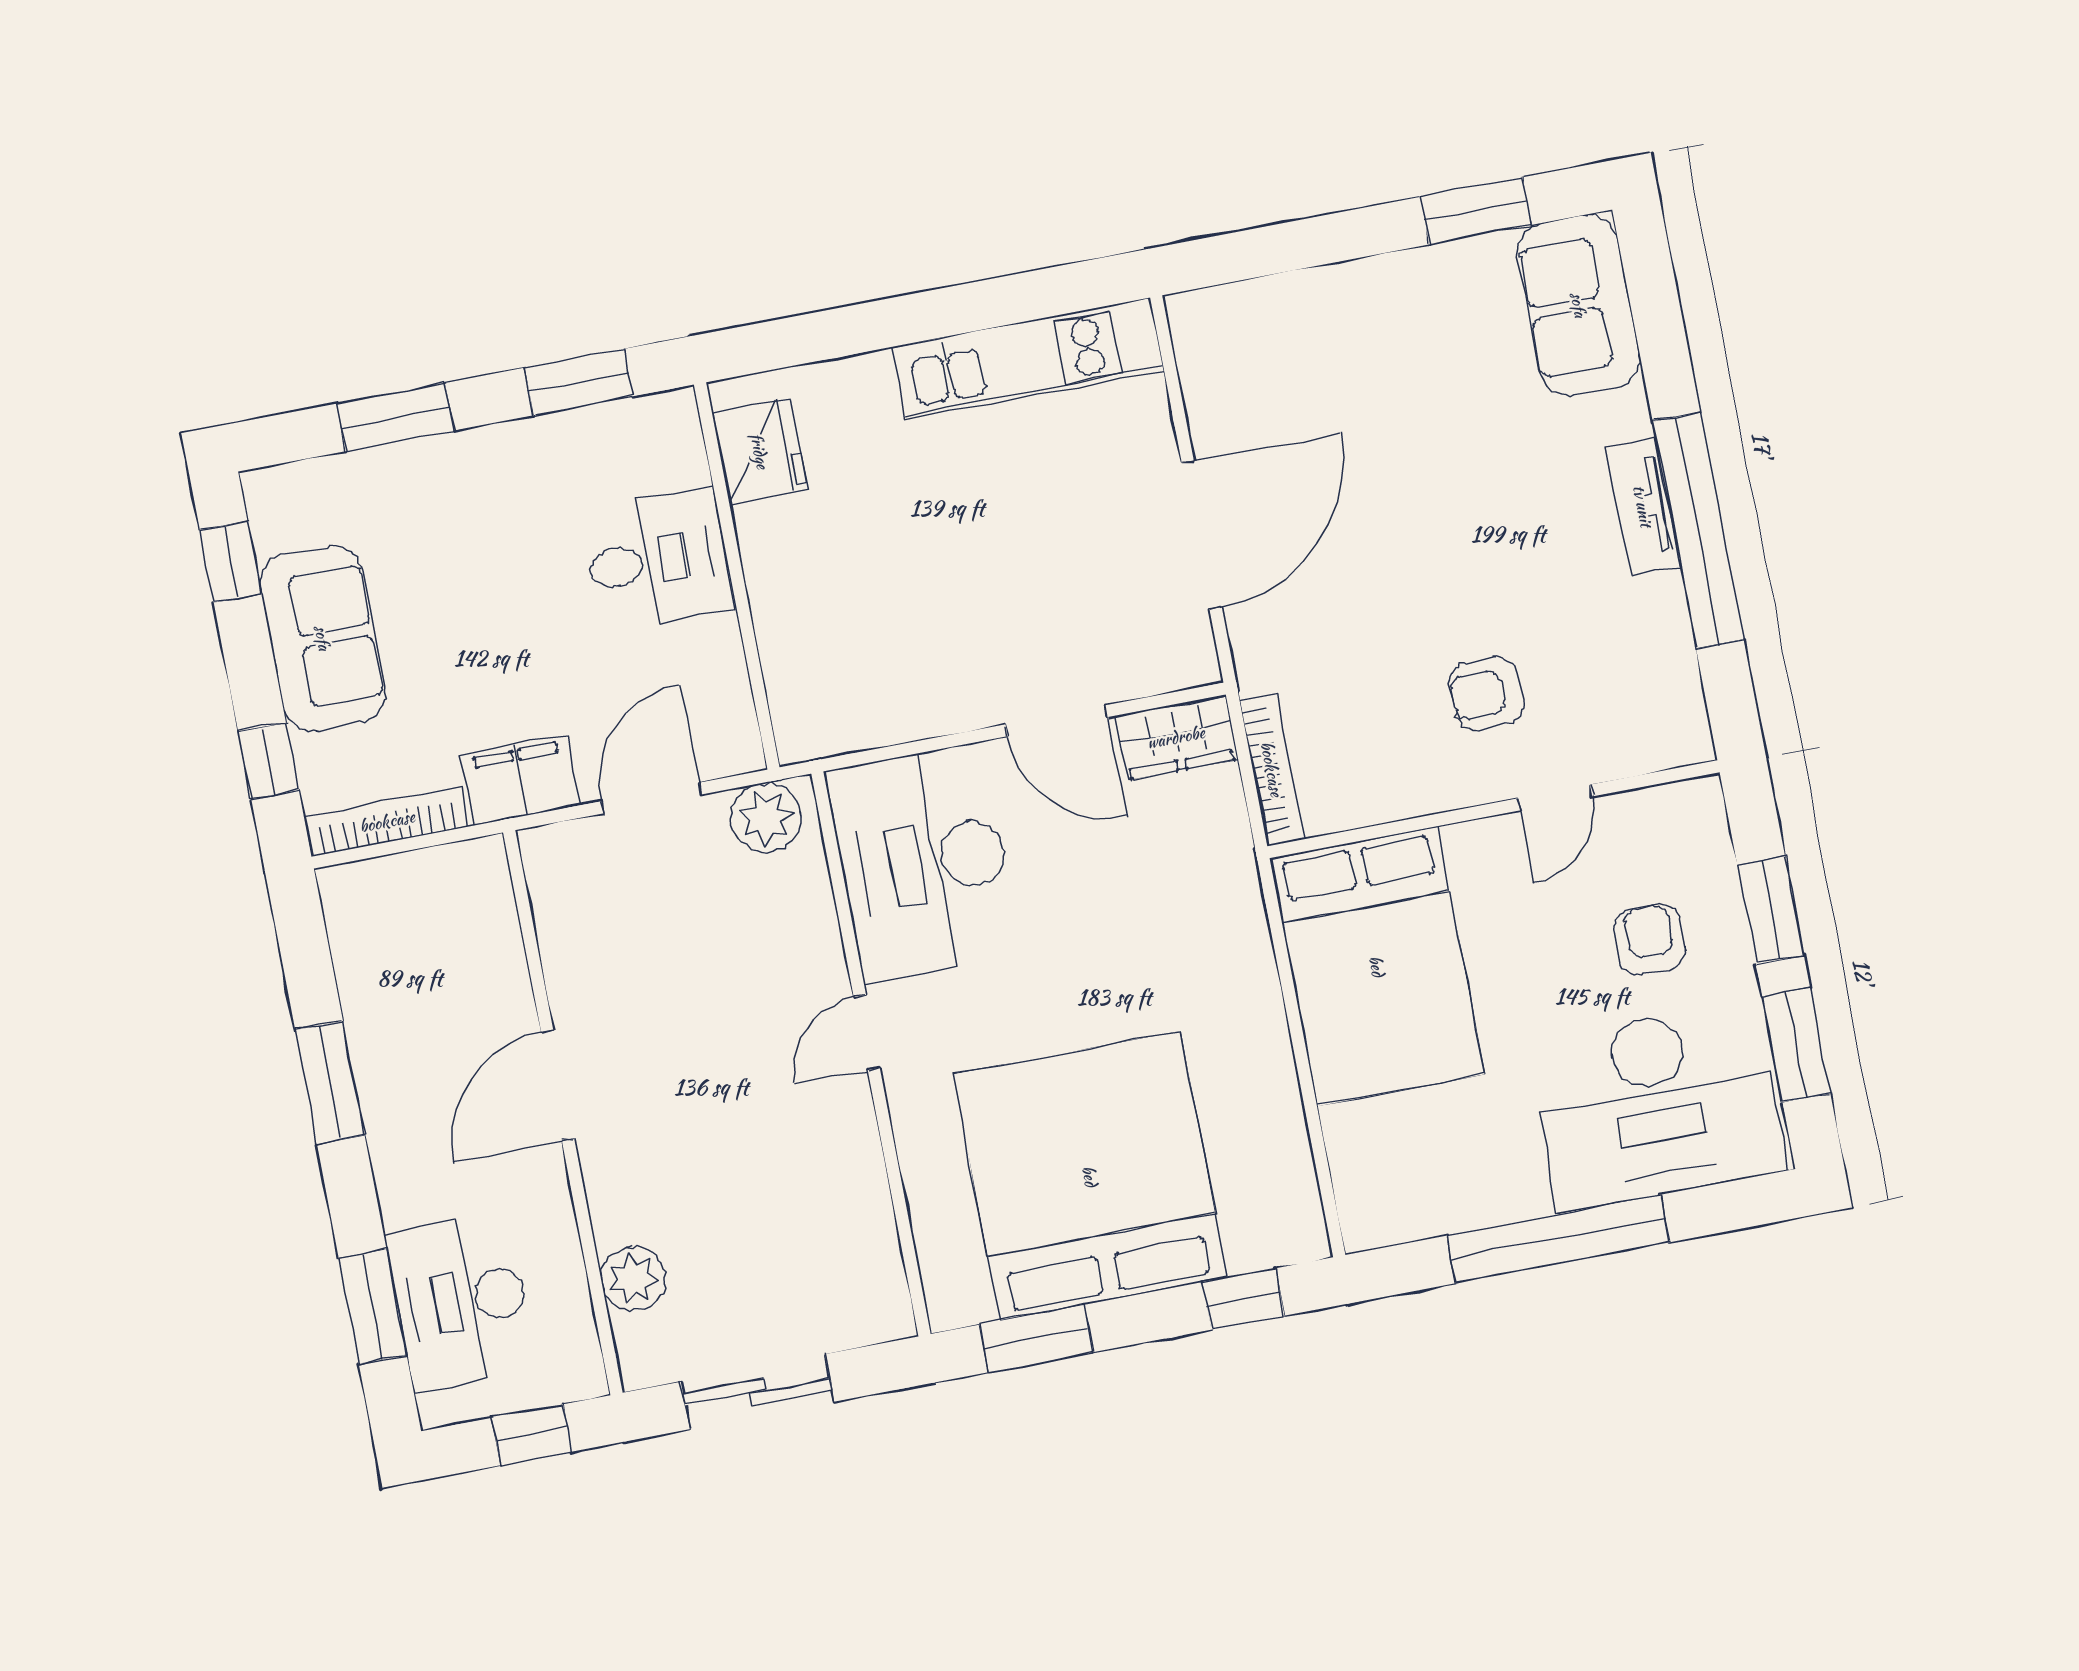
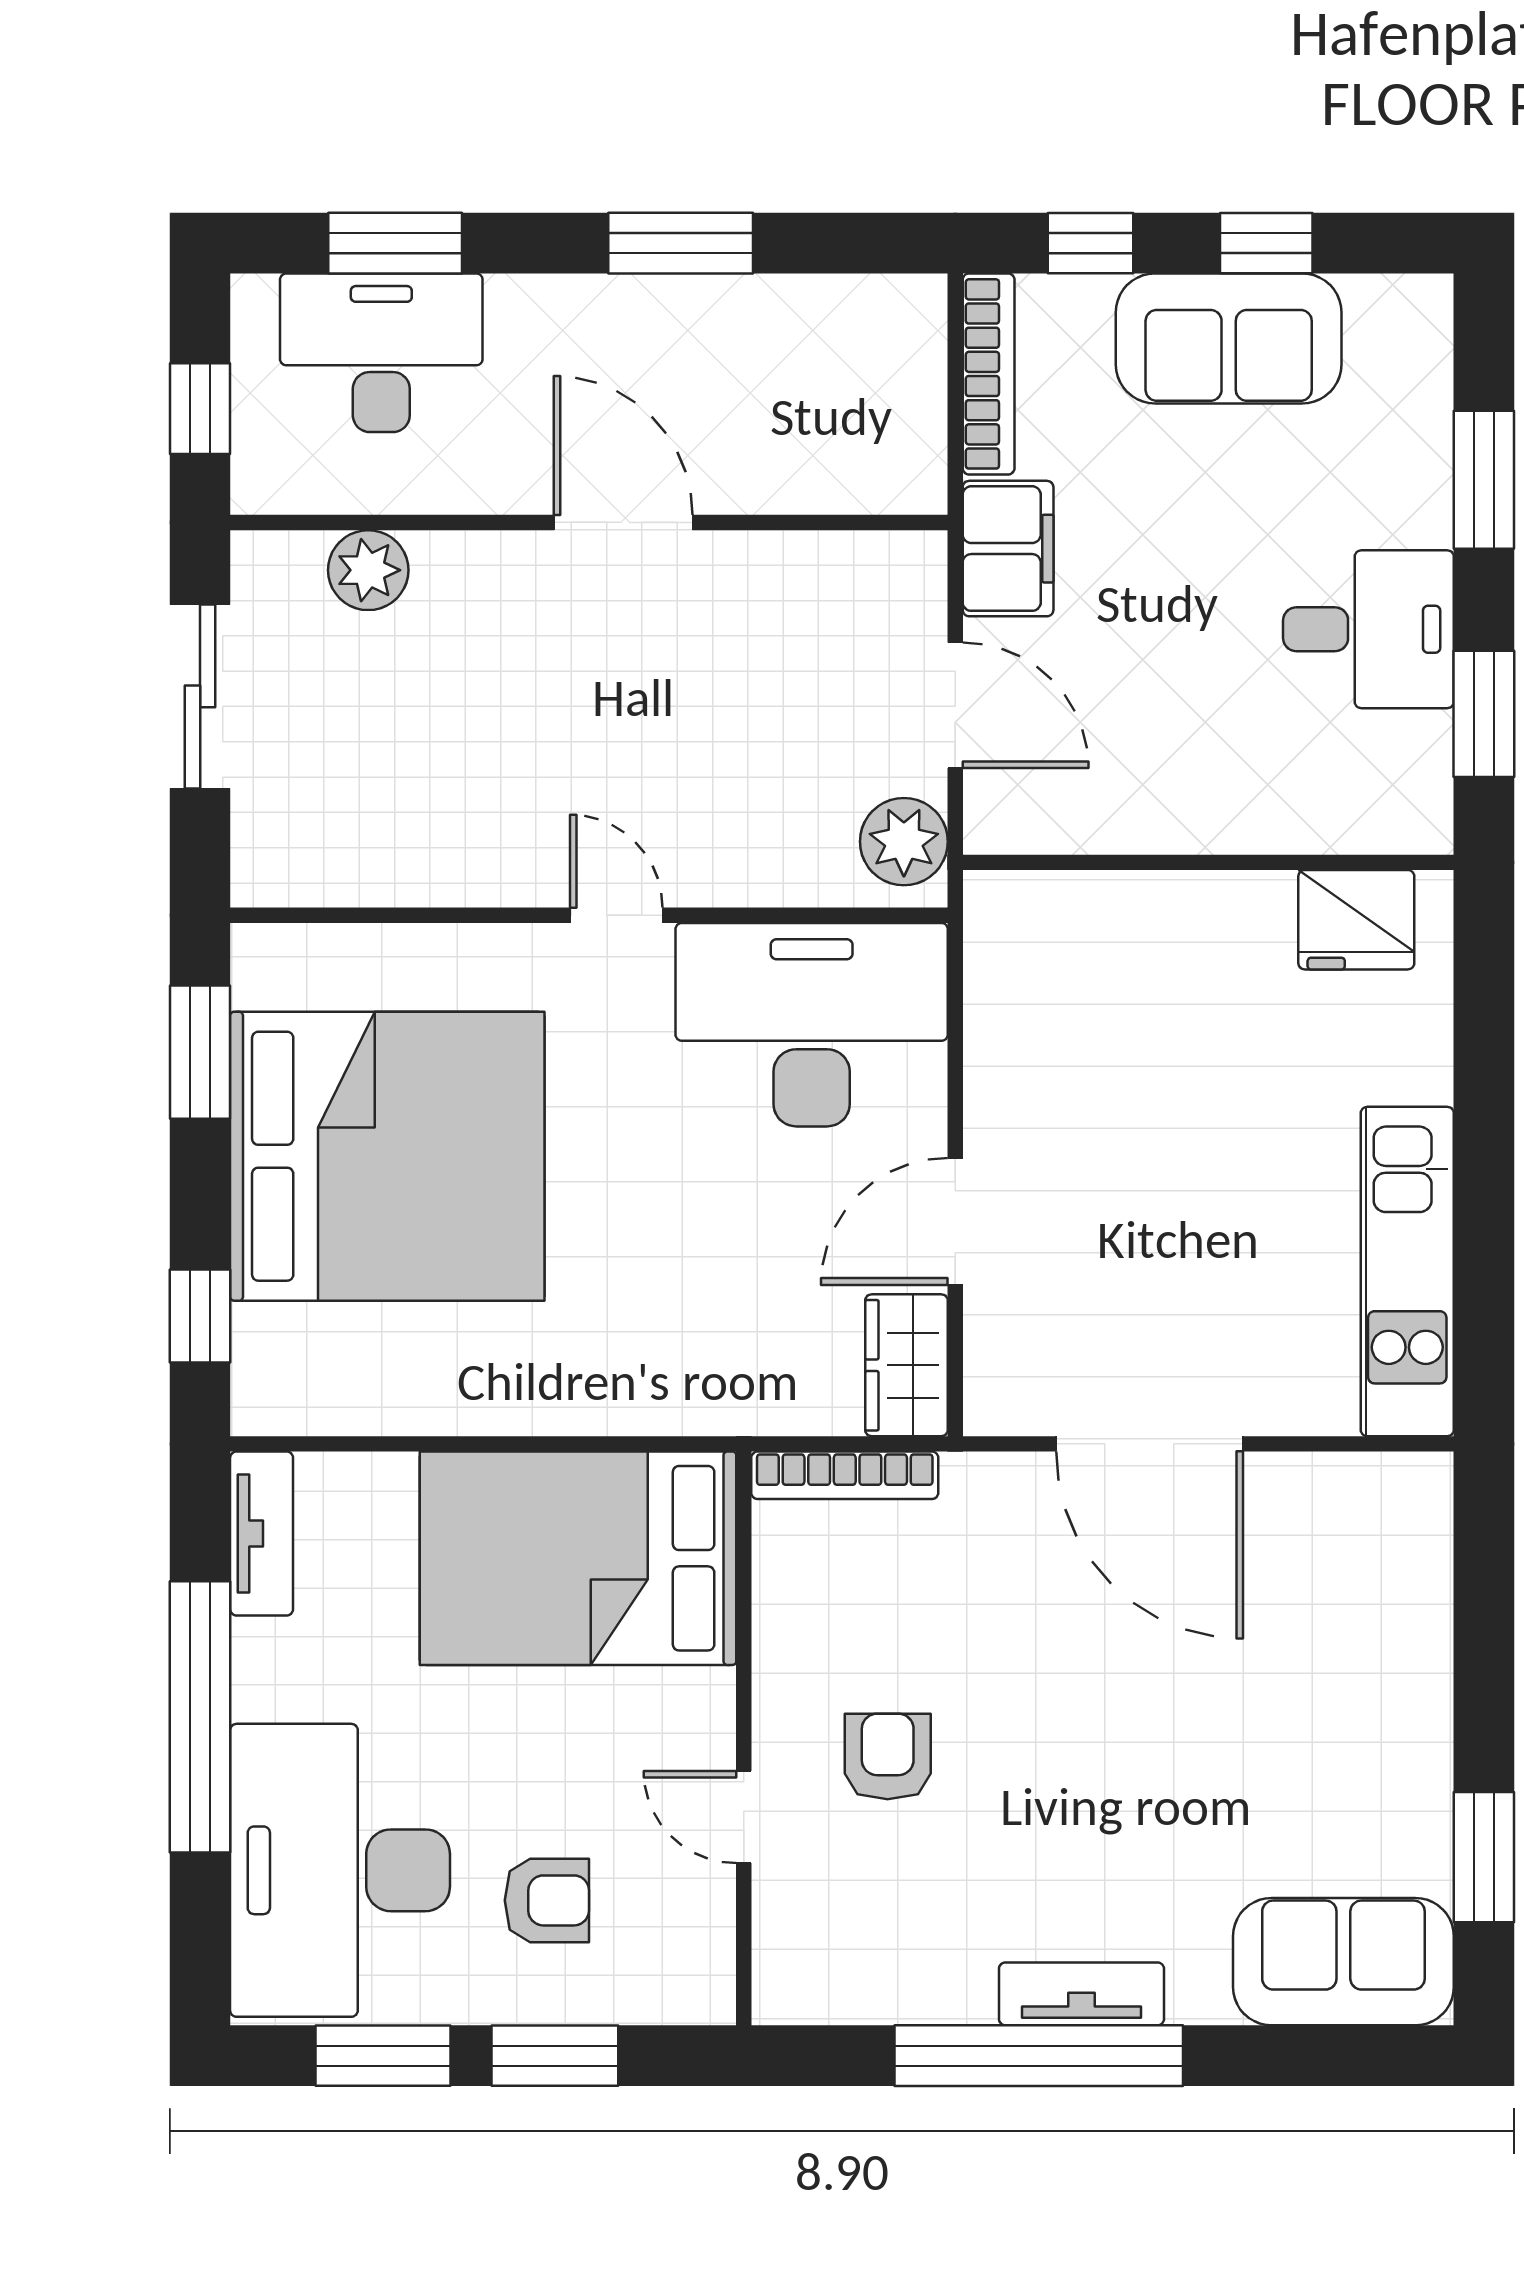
desk: (658, 559) -> (1368, 629), moved, turned -90
window: (231, 562) -> (1266, 243), moved
tv unit: (1405, 1218) -> (262, 1534), added

